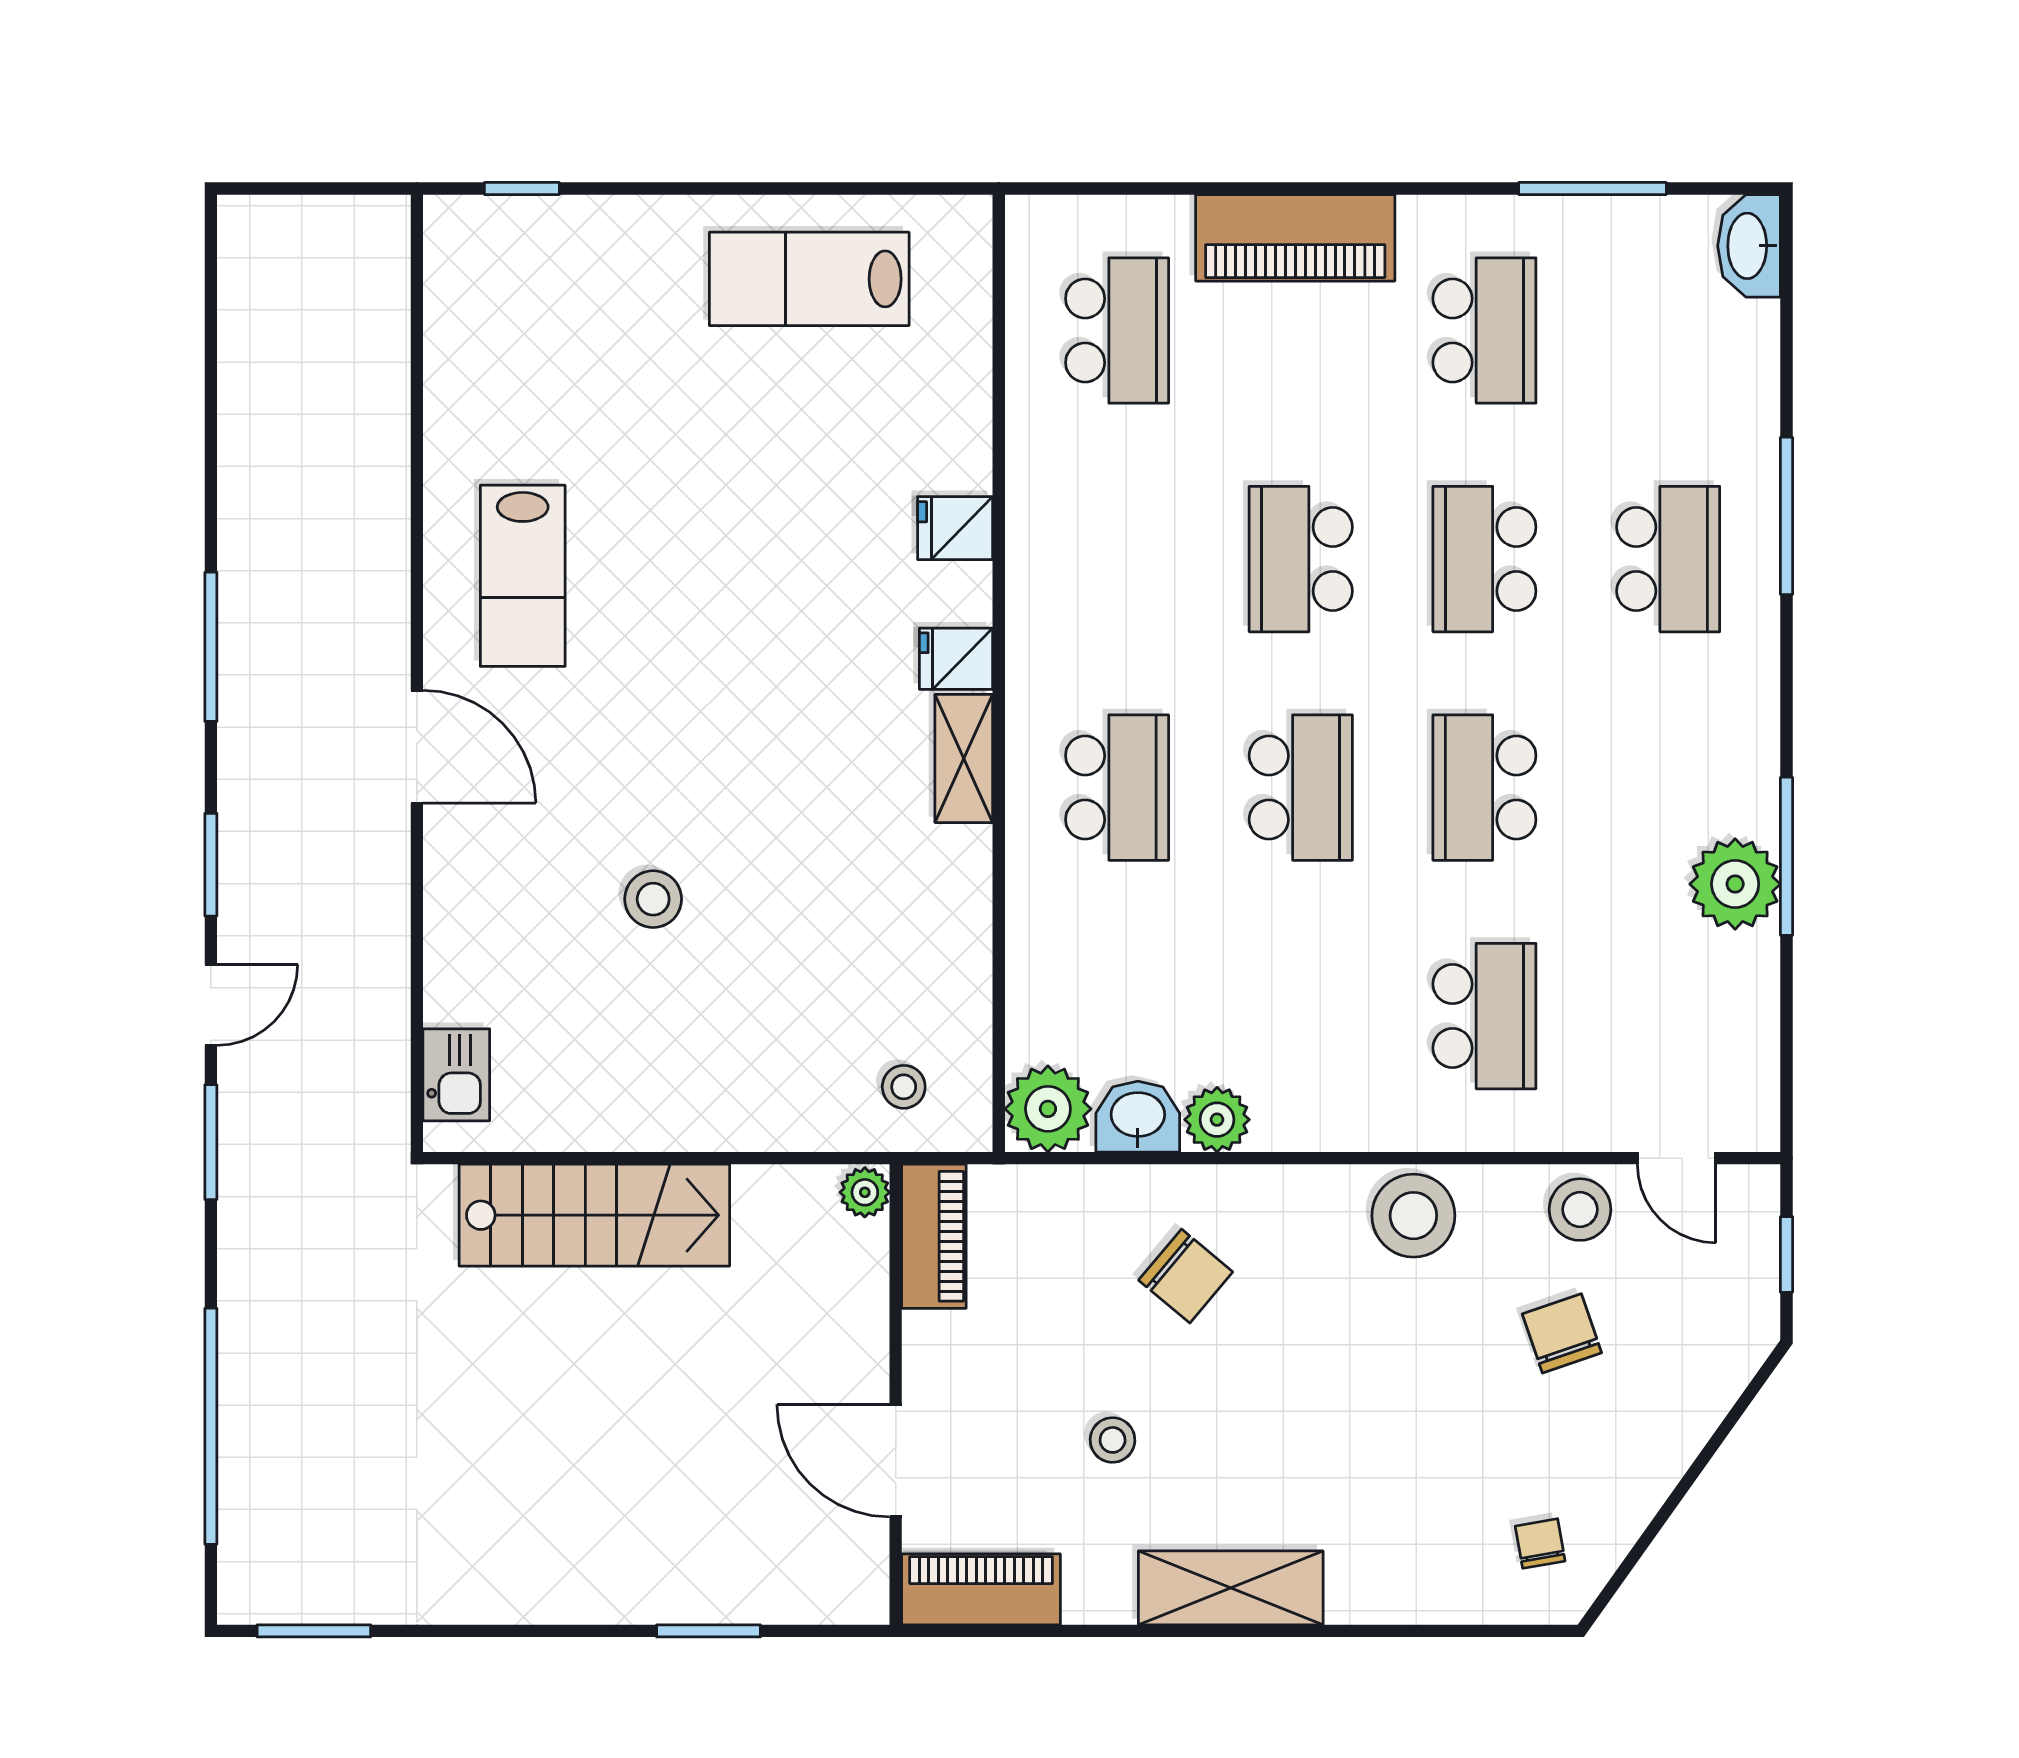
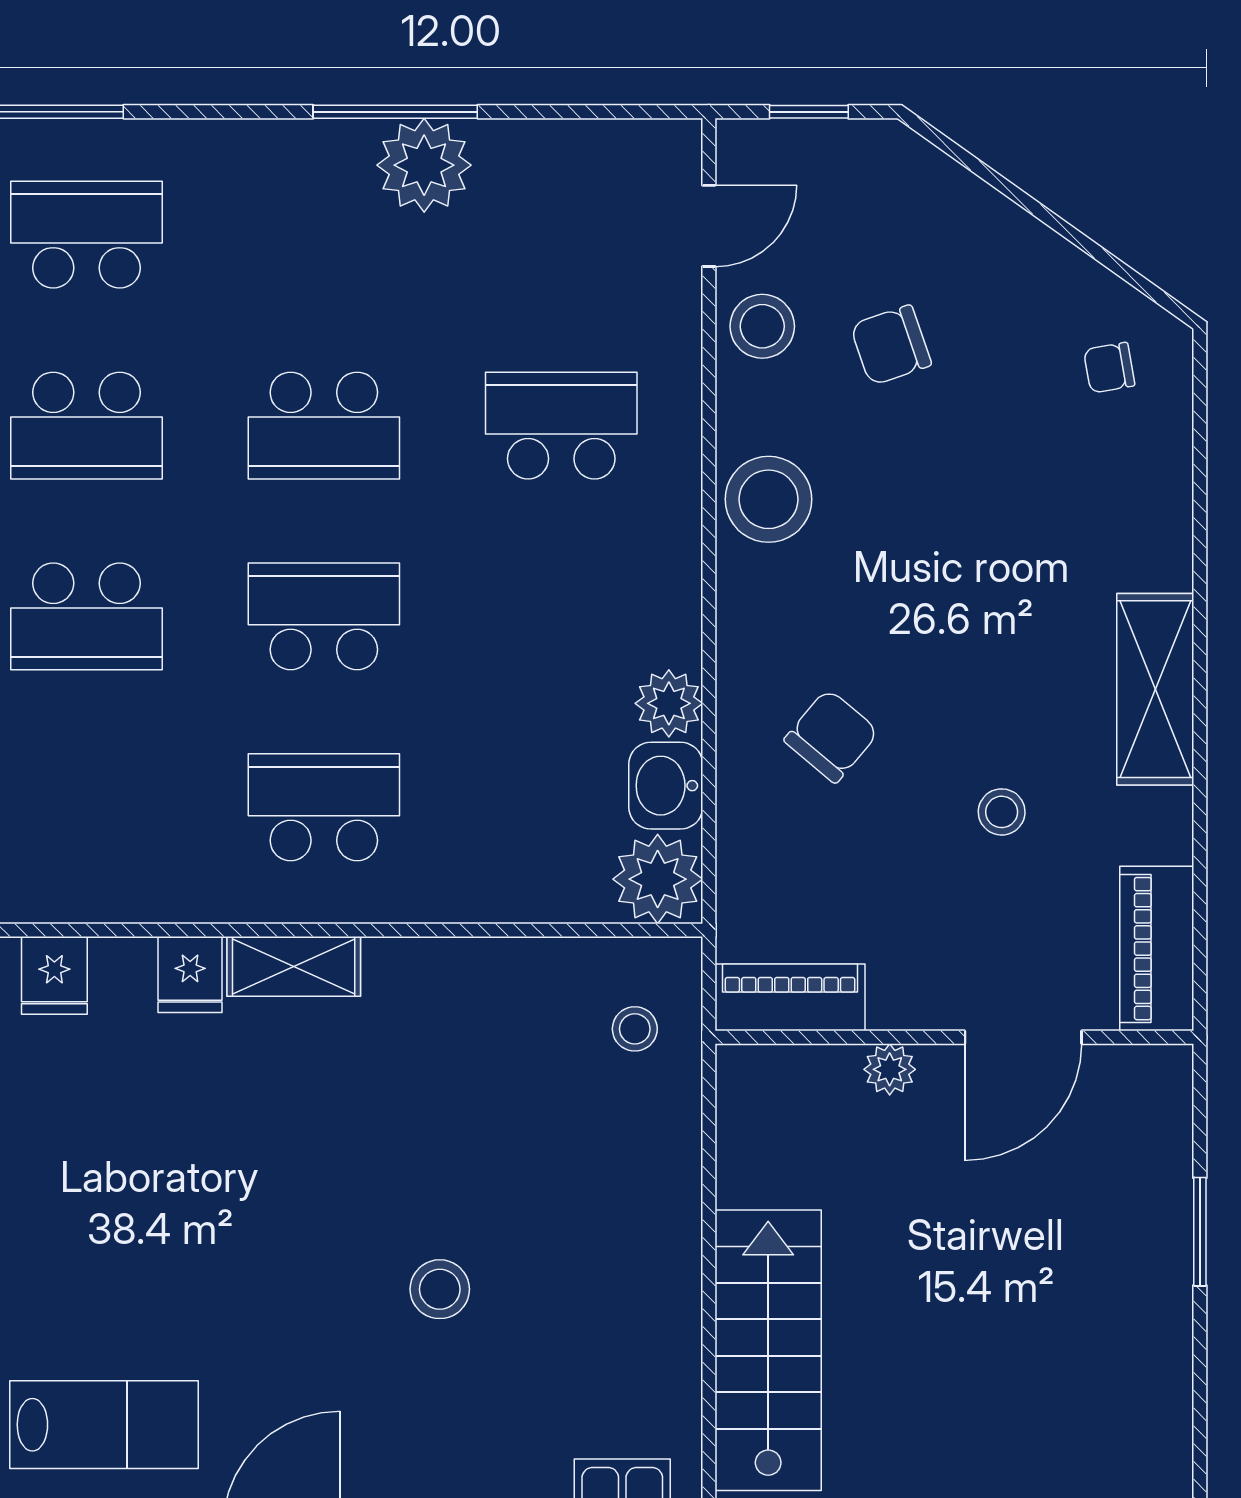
plant: (865, 1192) -> (890, 1069), moved

